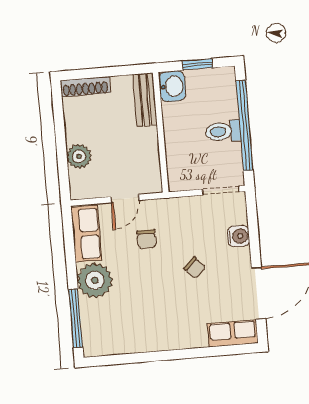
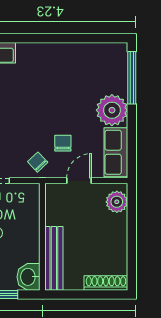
bench: (145, 100) -> (54, 258), width x1.36
plant: (79, 156) -> (117, 202), moved
chair: (195, 268) -> (38, 162), moved

